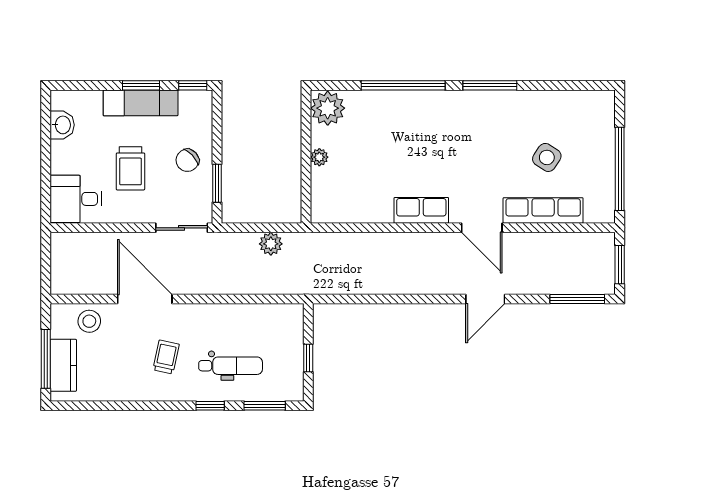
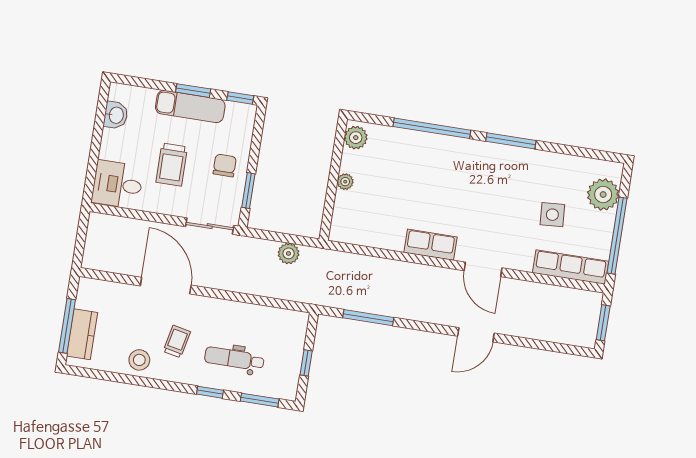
plant: (328, 108) -> (356, 138), width x0.73, depth x0.73
plant: (598, 127) -> (603, 195), added
side table: (547, 157) -> (552, 215), turned -37
chair: (187, 160) -> (225, 165), turned 133
row of seats: (543, 210) -> (571, 267), moved
window: (577, 299) -> (368, 318), moved
stool: (89, 321) -> (139, 360), moved
dental chair: (231, 366) -> (234, 359), turned 180

